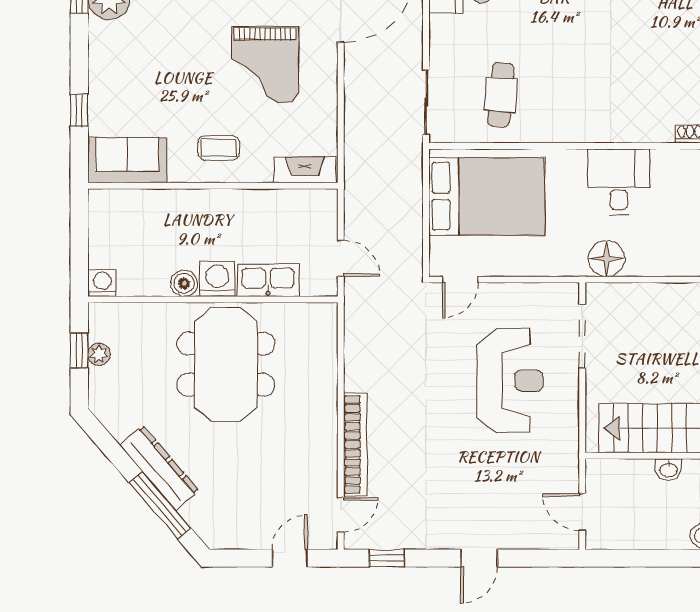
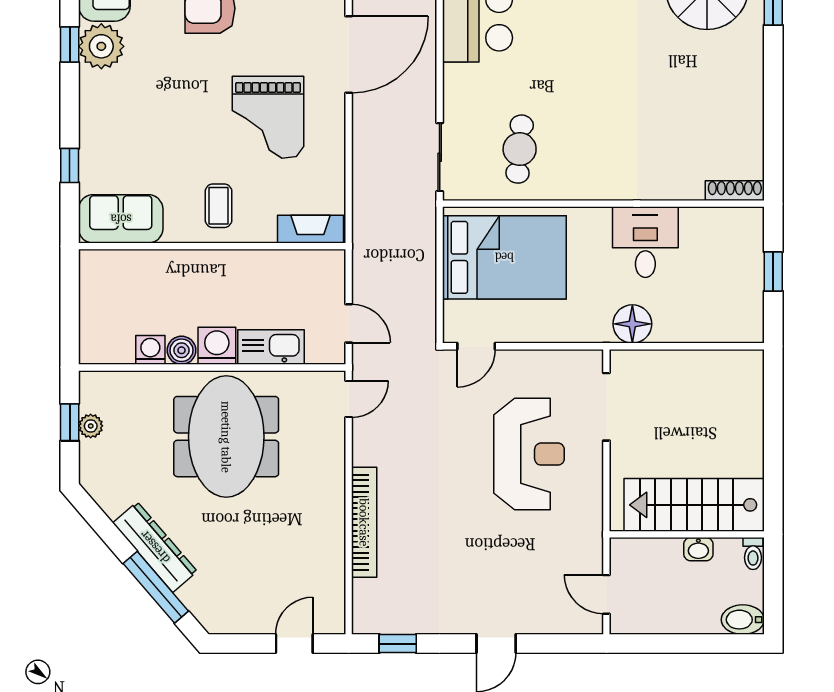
coffee table: (219, 148) -> (219, 206), turned 90
washing machine: (102, 283) -> (150, 350), moved
door: (341, 515) -> (349, 399), moved

